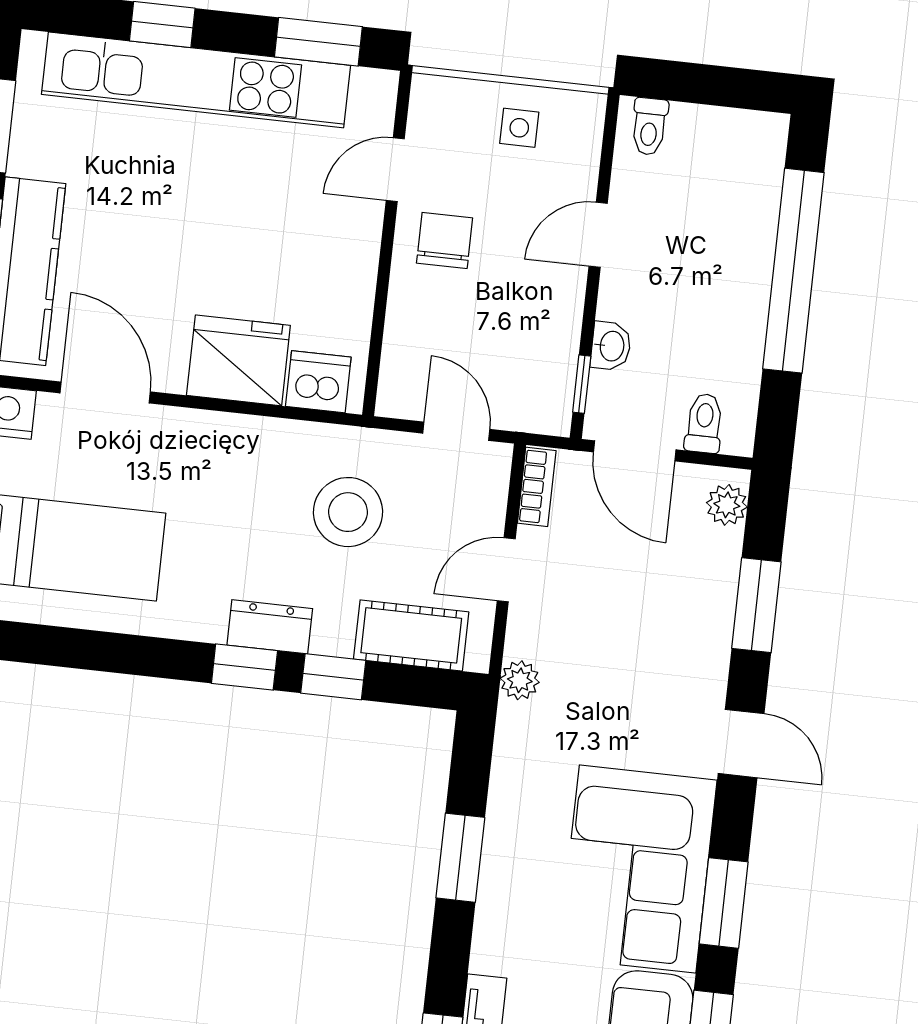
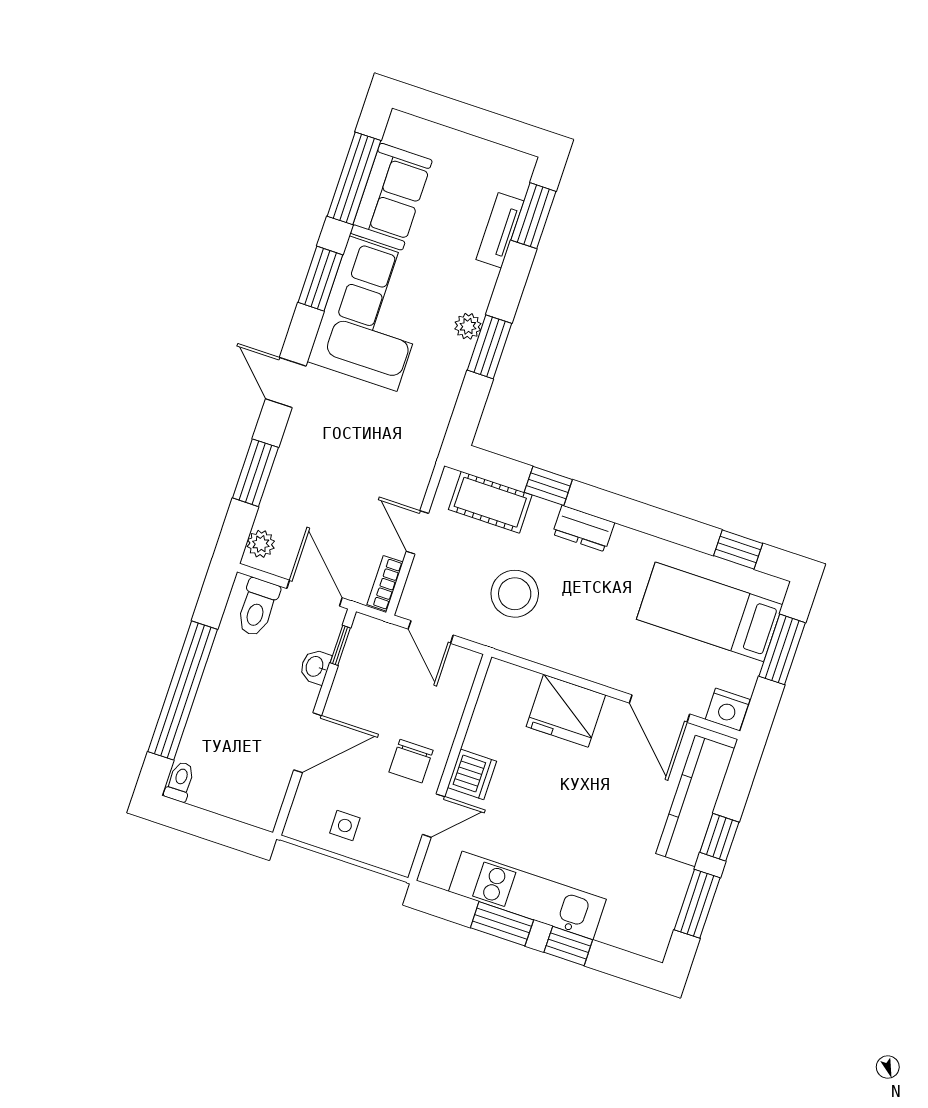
window: (318, 42) -> (502, 924), moved
kitchen unit: (196, 80) -> (527, 895), width x0.73
toilet: (649, 126) -> (180, 782), moved
door: (598, 235) -> (308, 743), width x1.38
dishwasher: (318, 382) -> (472, 774), moved, turned -90
toilet: (704, 423) -> (257, 607), width x1.37, depth x1.39
door: (506, 570) -> (417, 532), swing flipped
window: (244, 667) -> (738, 549), moved
plant: (520, 680) -> (468, 326), moved

